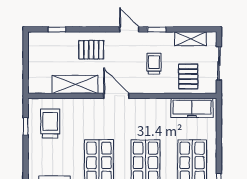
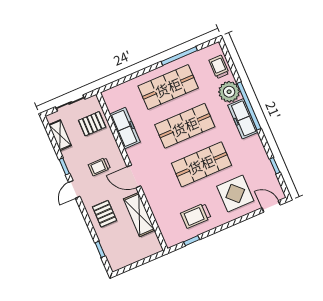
trolley: (154, 64) -> (99, 167), moved
door: (116, 96) -> (134, 176), hinge flipped
freezer: (192, 108) -> (125, 128), moved
trolley: (50, 123) -> (196, 216), moved

